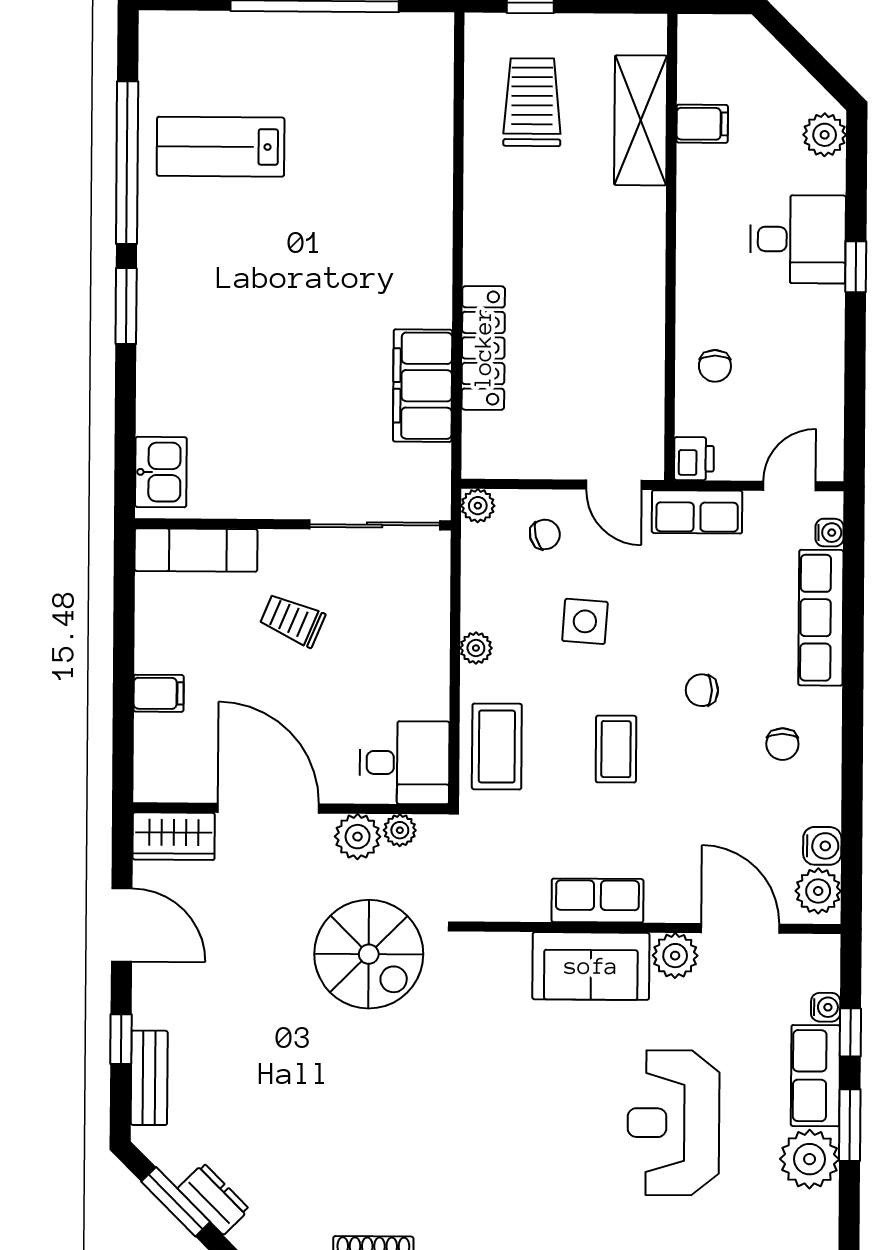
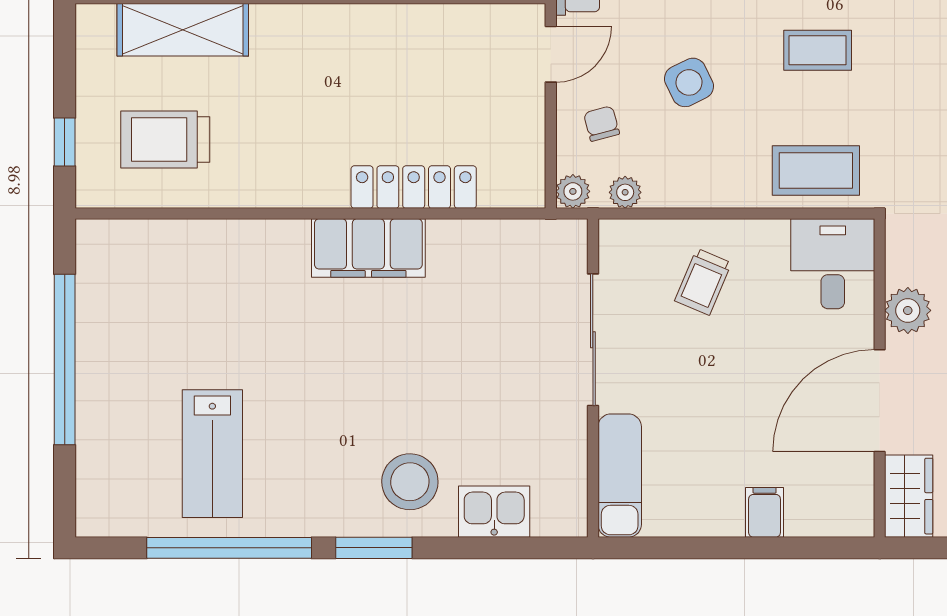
stool: (191, 342) -> (410, 482), added
filing cabinet: (423, 386) -> (368, 248), moved
kitchen sink: (161, 472) -> (494, 512), moved
sliding door: (375, 525) -> (593, 340), moved
trolley: (292, 620) -> (703, 282), moved
side table: (585, 621) -> (689, 82), turned -30
plant: (476, 648) -> (625, 192), moved
plant: (400, 830) -> (901, 268), removed

